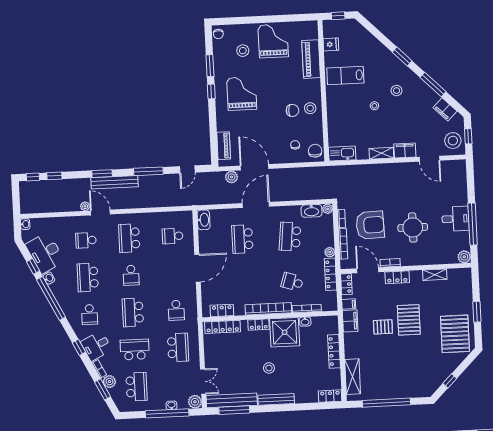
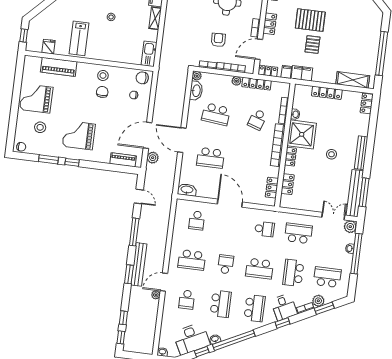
armchair: (370, 225) -> (218, 40), width x0.53, depth x0.53
school desk: (131, 275) -> (226, 264), turned -90
school desk: (88, 277) -> (221, 304), turned -90
school desk: (90, 315) -> (254, 308), width x1.85
locker: (223, 327) -> (288, 184), width x0.66

